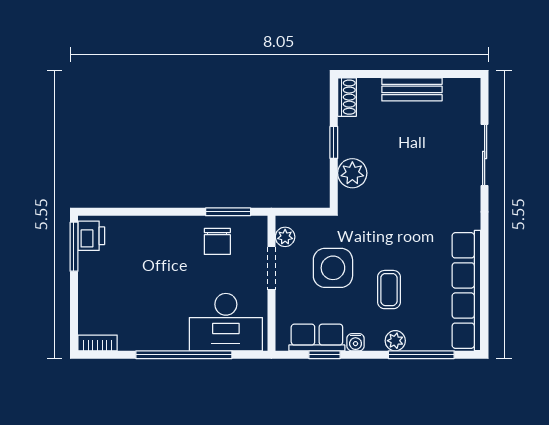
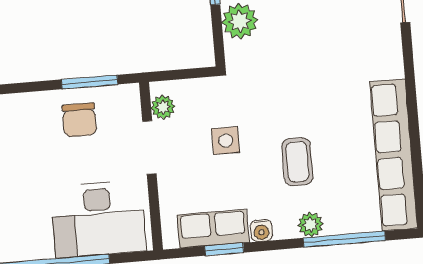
side table: (333, 268) -> (226, 141), width x0.54, depth x0.54

